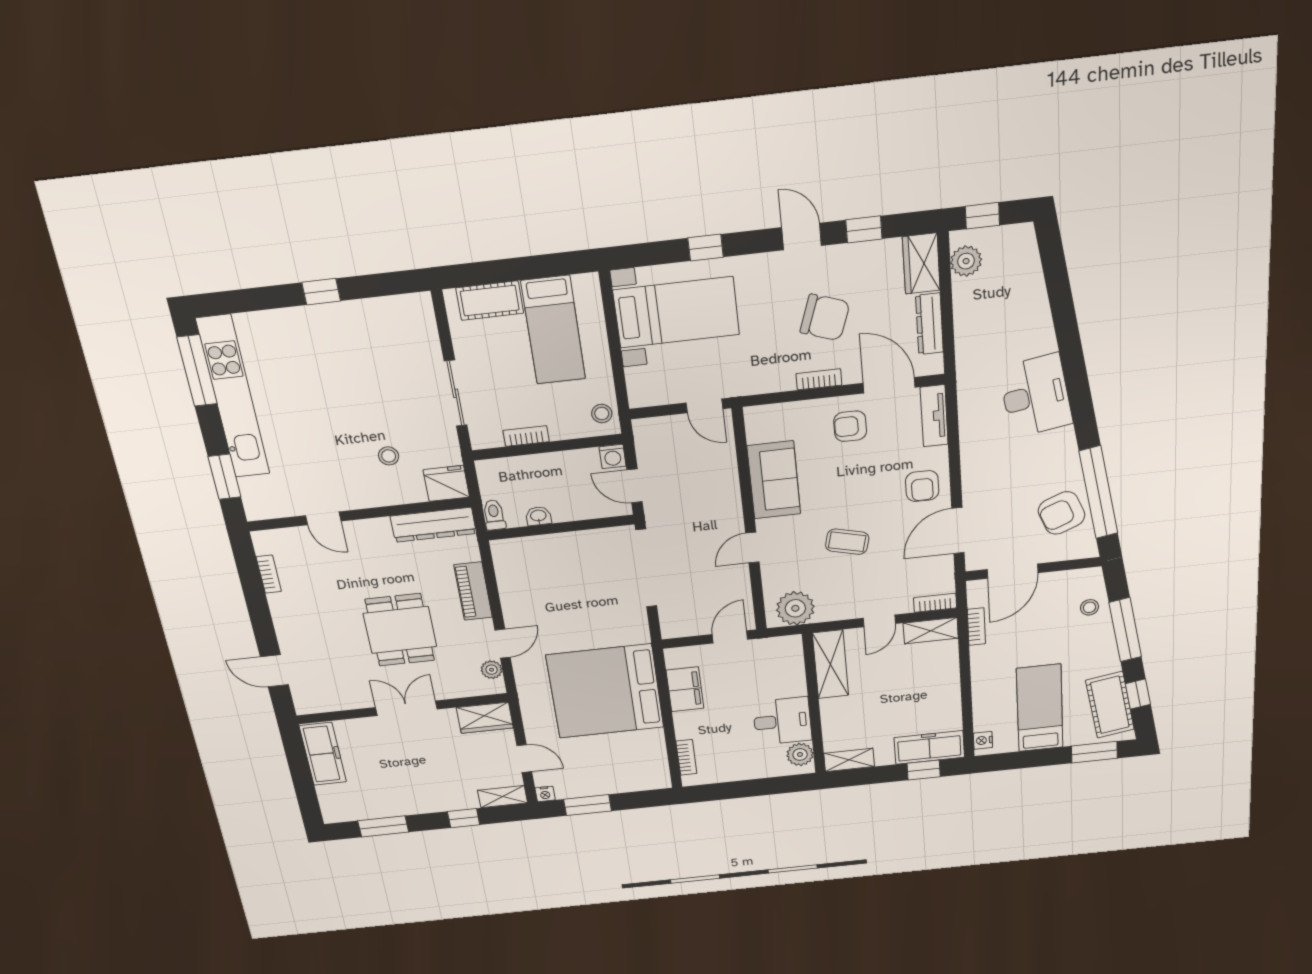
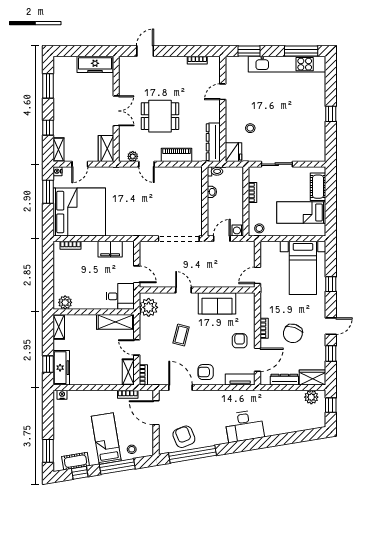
bed: (605, 691) -> (79, 212), moved, turned 90
cot: (1110, 705) -> (76, 461), width x0.73, depth x0.75
bed: (1040, 708) -> (106, 438), moved, turned -99
desk: (782, 721) -> (120, 296), moved, turned -90

